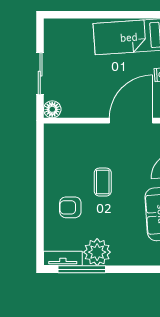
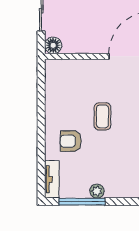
plant: (97, 252) -> (97, 191), width x0.53, depth x0.53
tv unit: (63, 258) -> (52, 179), moved, turned 90

